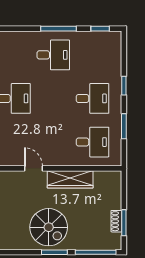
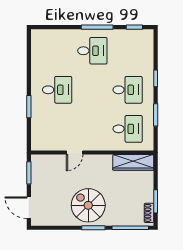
door: (33, 168) -> (75, 153), swing flipped
wardrobe: (70, 179) -> (133, 162), moved
shoe rack: (116, 221) -> (149, 213), moved
spiral stairs: (49, 227) -> (88, 205), turned 180

